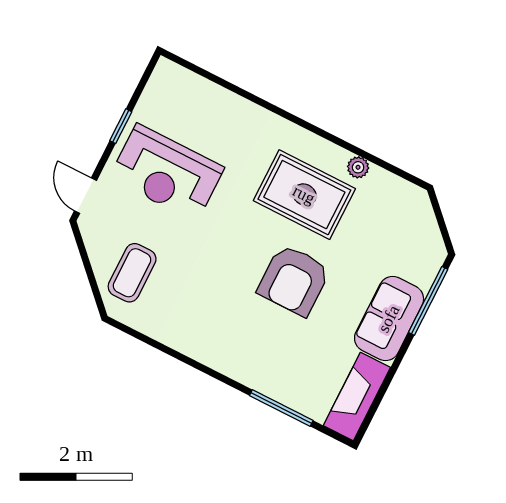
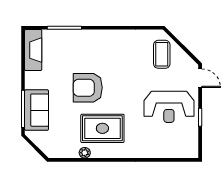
reception desk: (167, 173) -> (169, 107), turned 180
armchair: (294, 280) -> (88, 88), turned -90
sofa: (389, 319) -> (36, 110), moved

